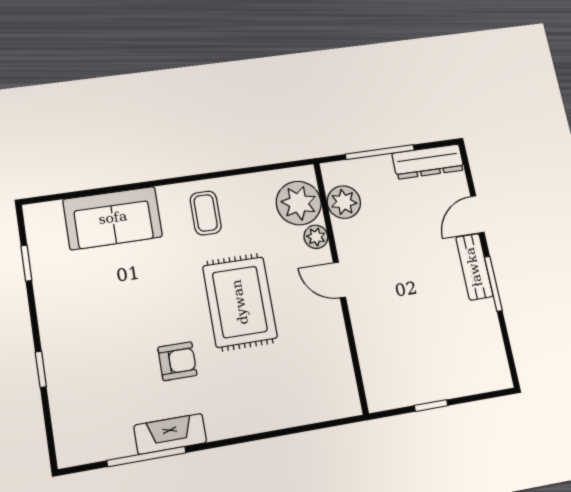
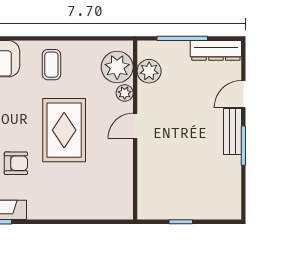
door: (339, 280) -> (135, 126), hinge flipped

